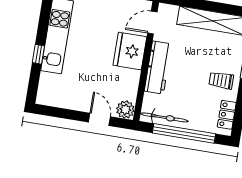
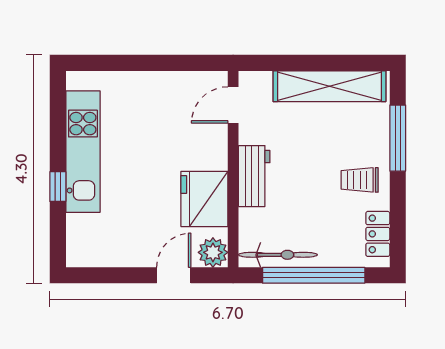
fridge: (130, 51) -> (204, 199), moved
workbench: (158, 68) -> (254, 176), width x0.73
door: (99, 119) -> (174, 275), hinge flipped

